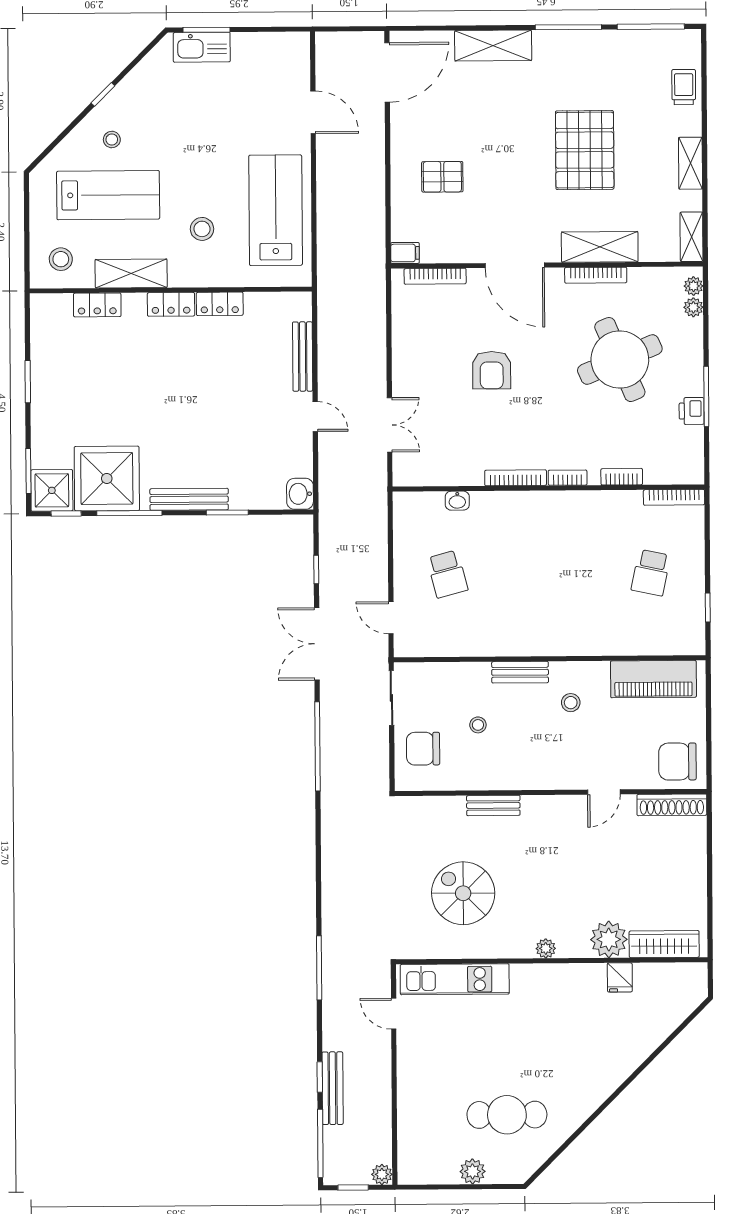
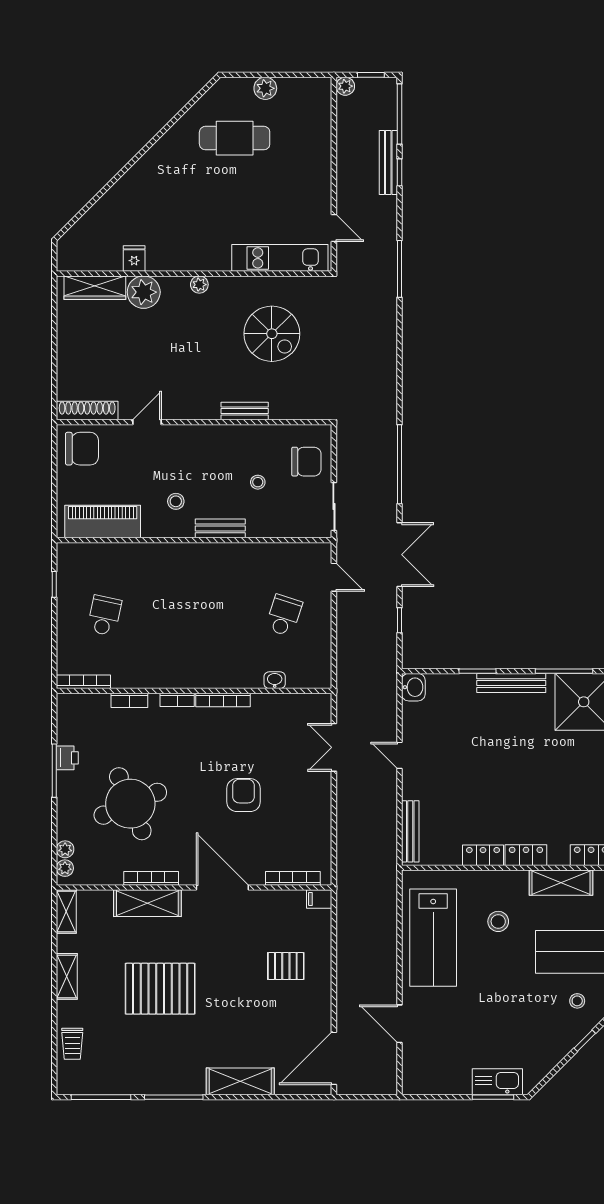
pallet: (585, 150) -> (160, 989), turned 90
bench: (303, 357) -> (410, 831), moved
school desk: (447, 574) -> (284, 615), turned 33

